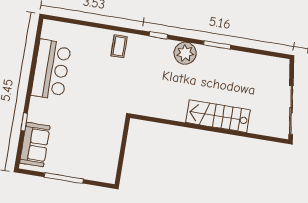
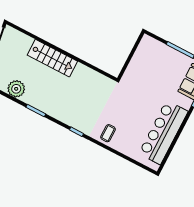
plant: (185, 53) -> (16, 89), moved
bar counter: (51, 70) -> (163, 132), width x1.36

